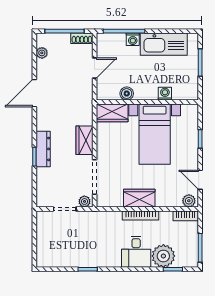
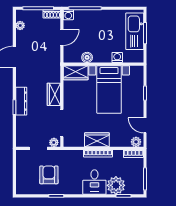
washing machine: (133, 39) -> (68, 15), moved
kitchen sink: (164, 44) -> (135, 31), moved, turned 90
armchair: (78, 243) -> (49, 175), added

